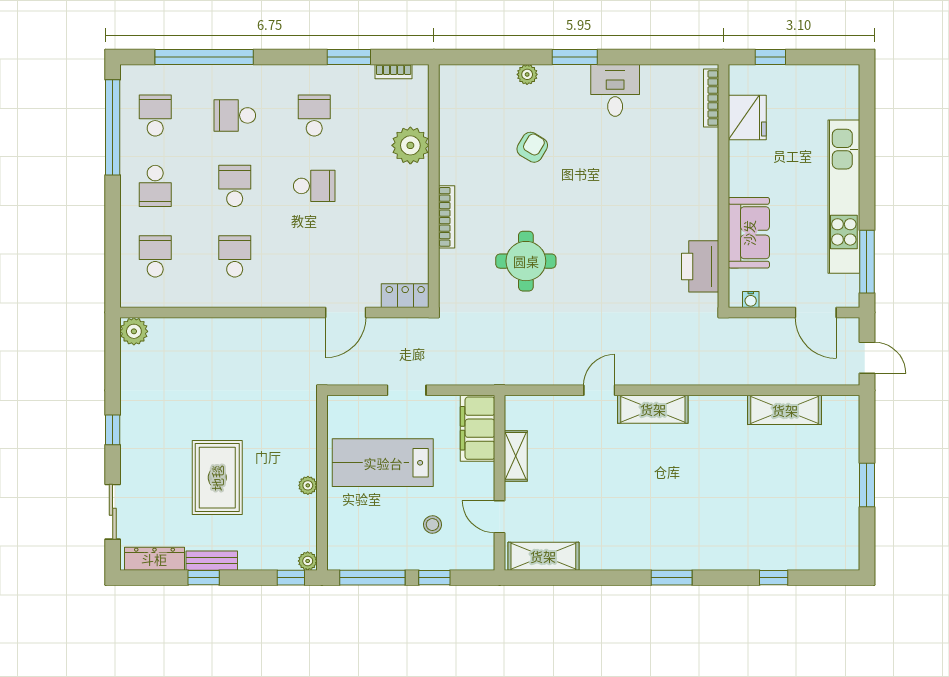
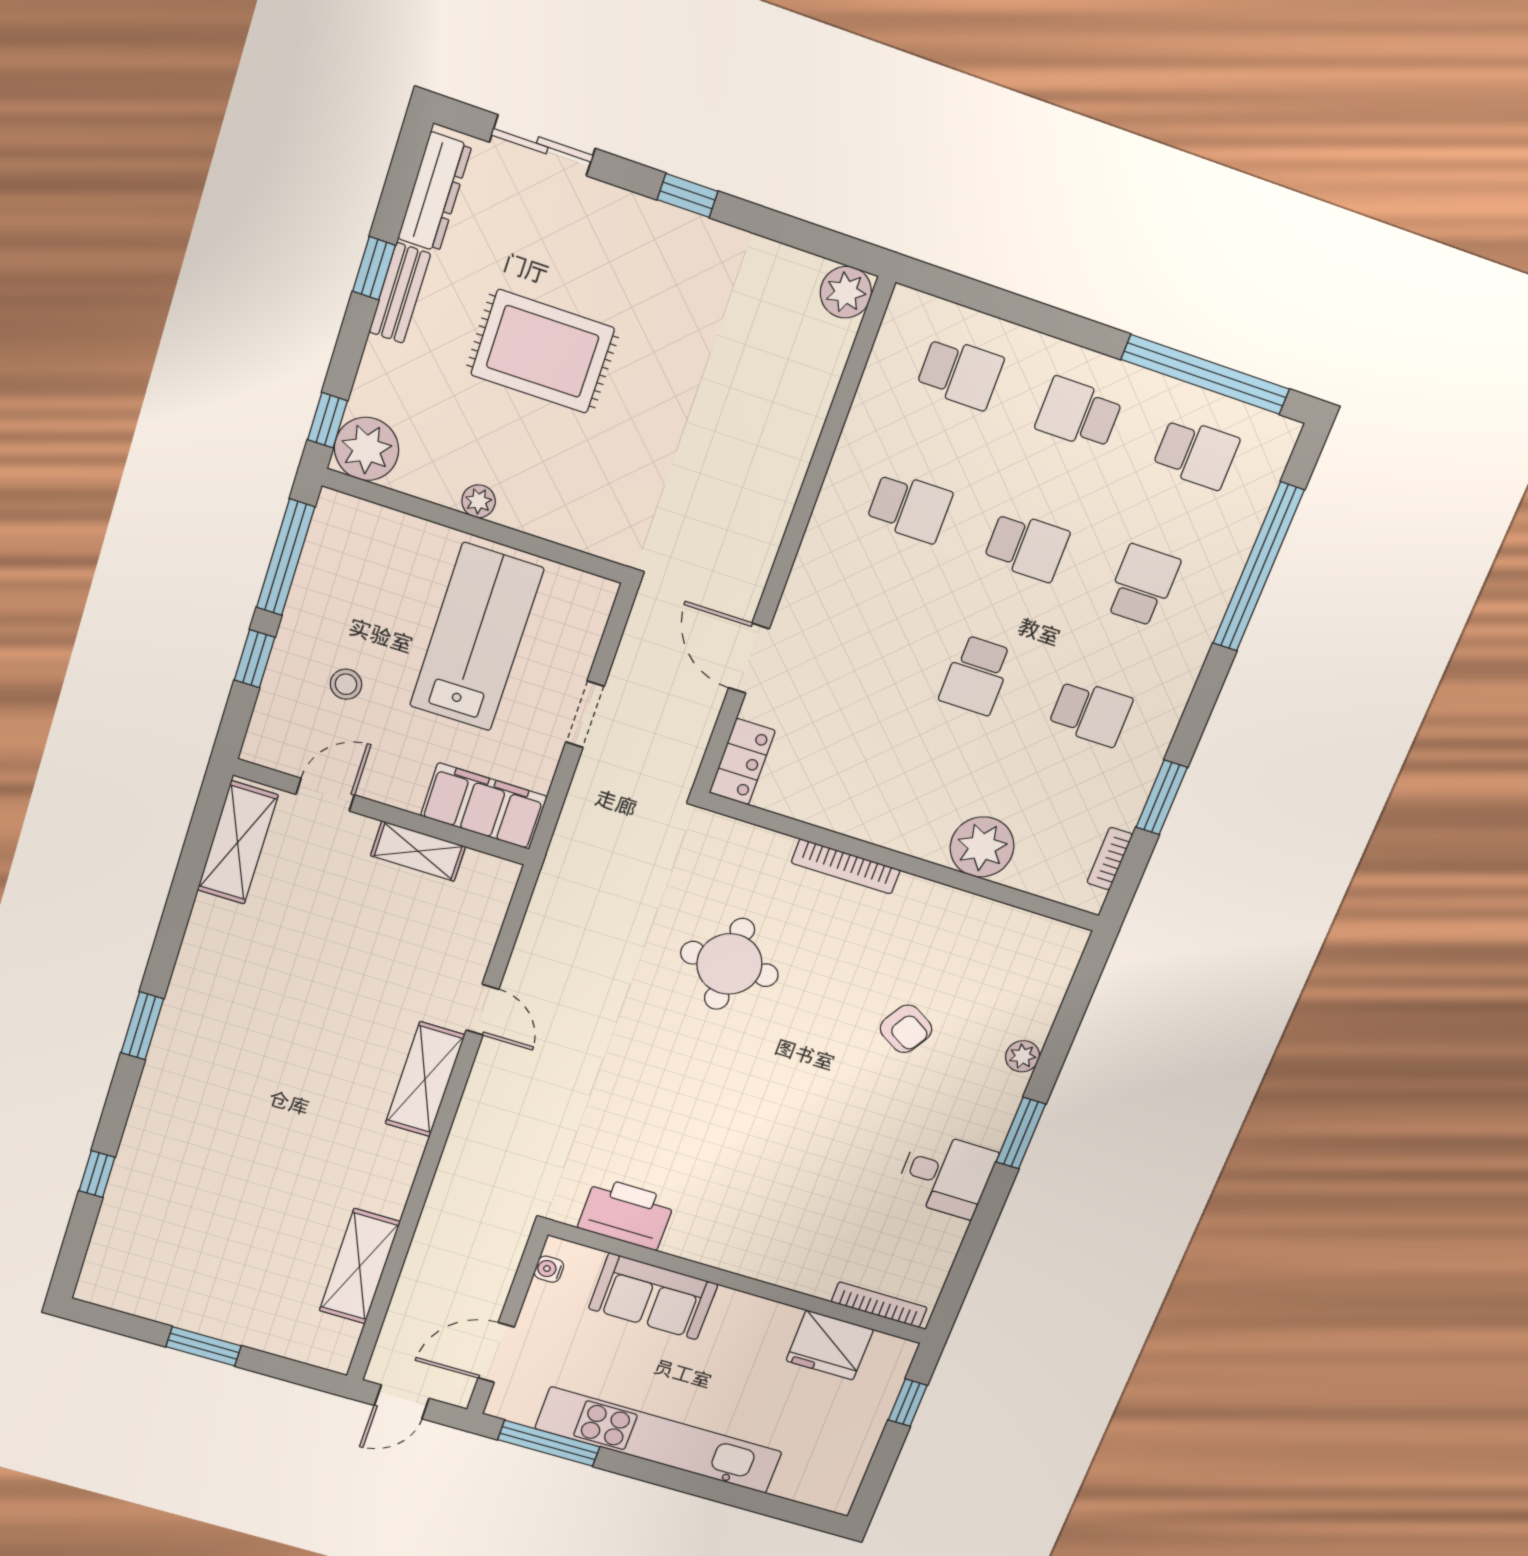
plant: (308, 561) -> (367, 449), width x1.88, depth x1.88

